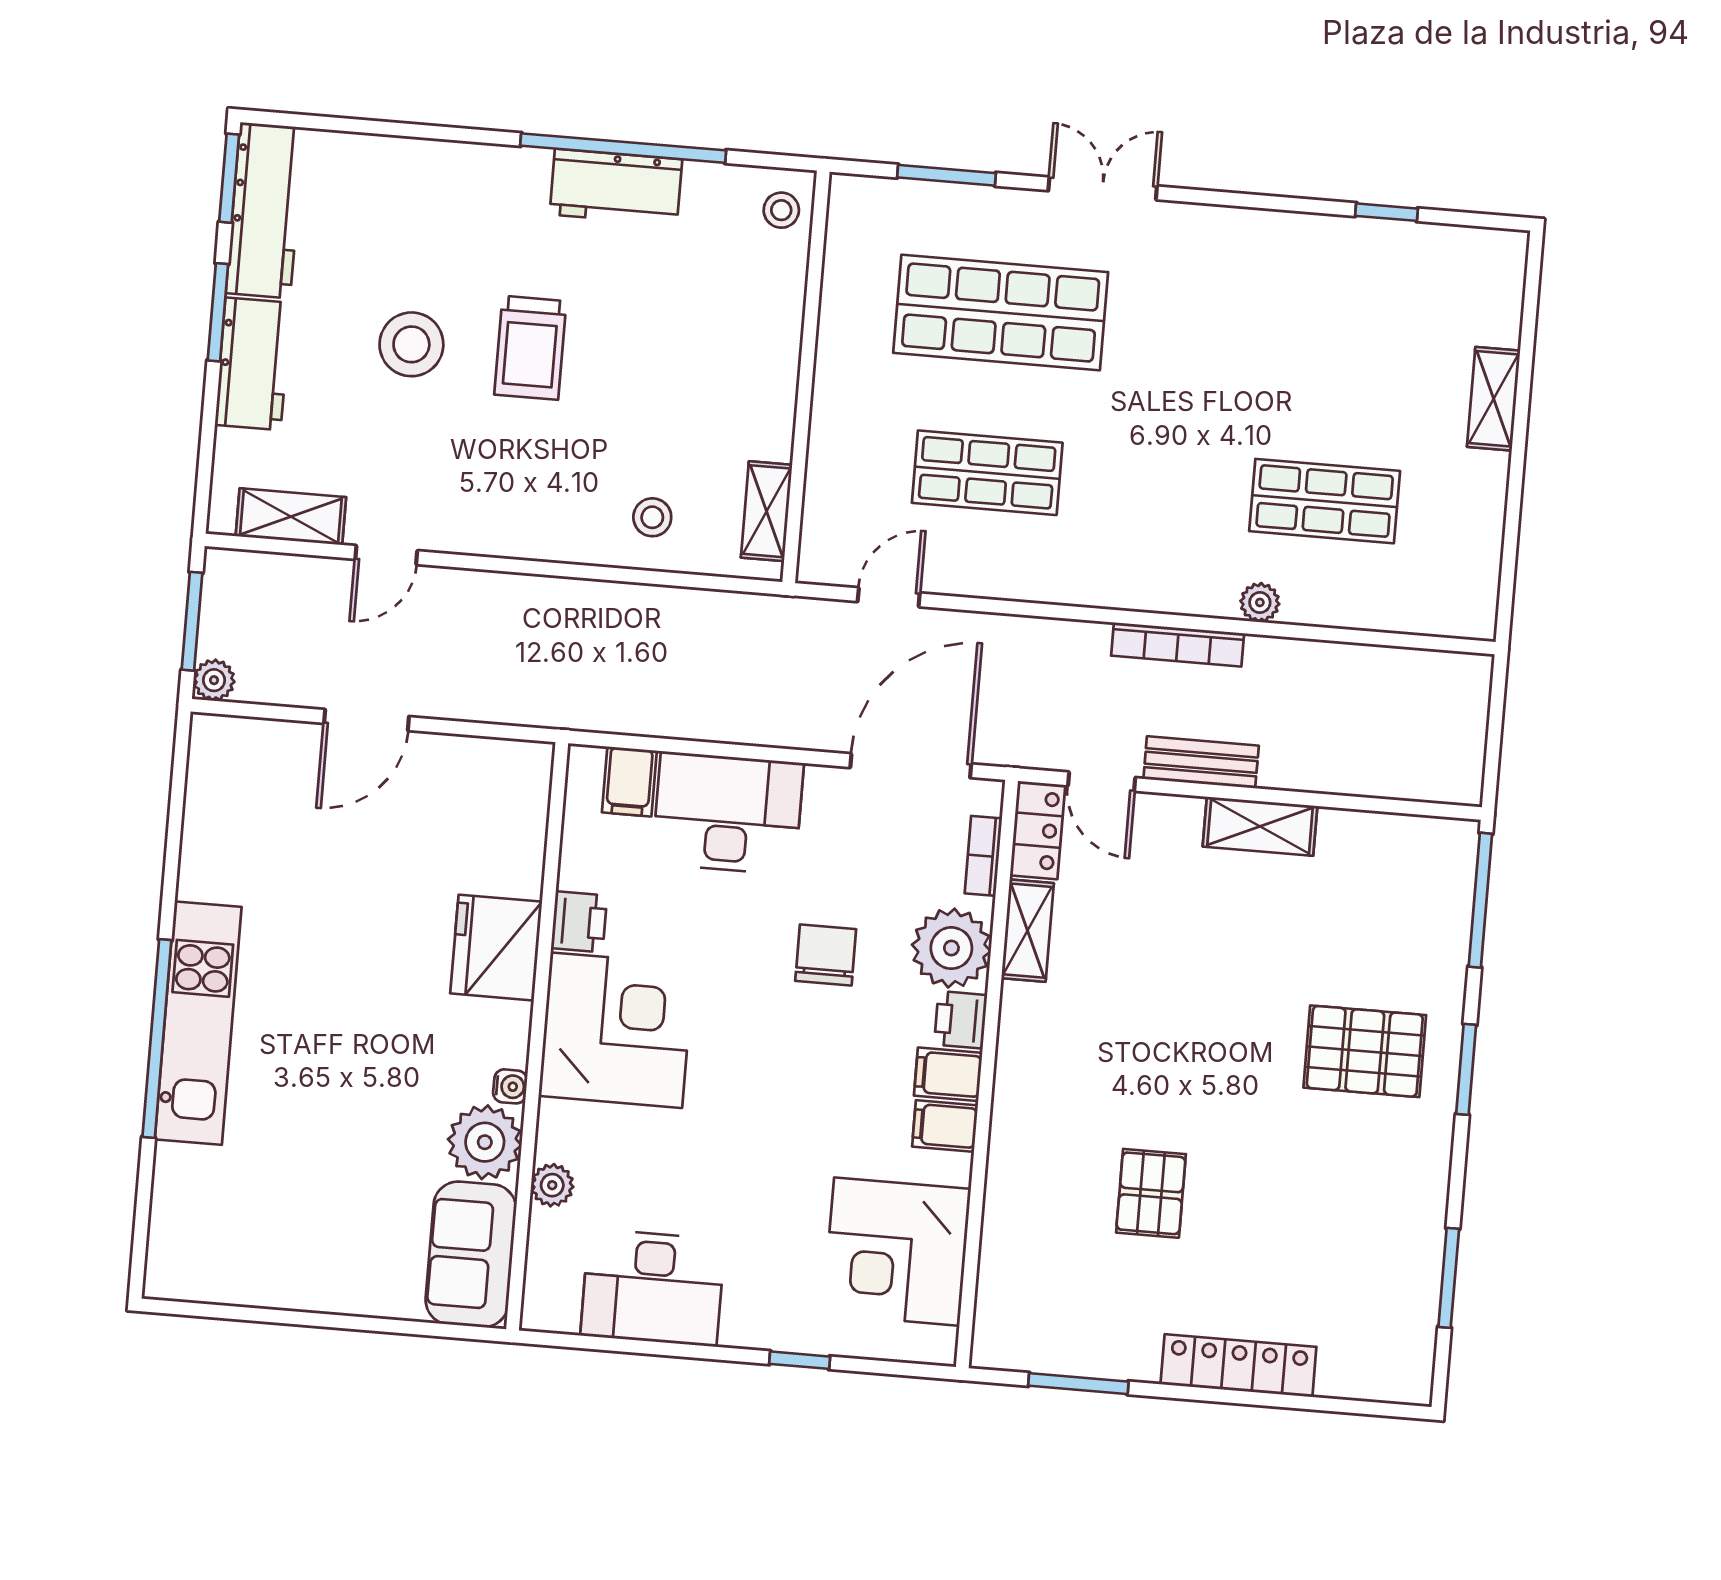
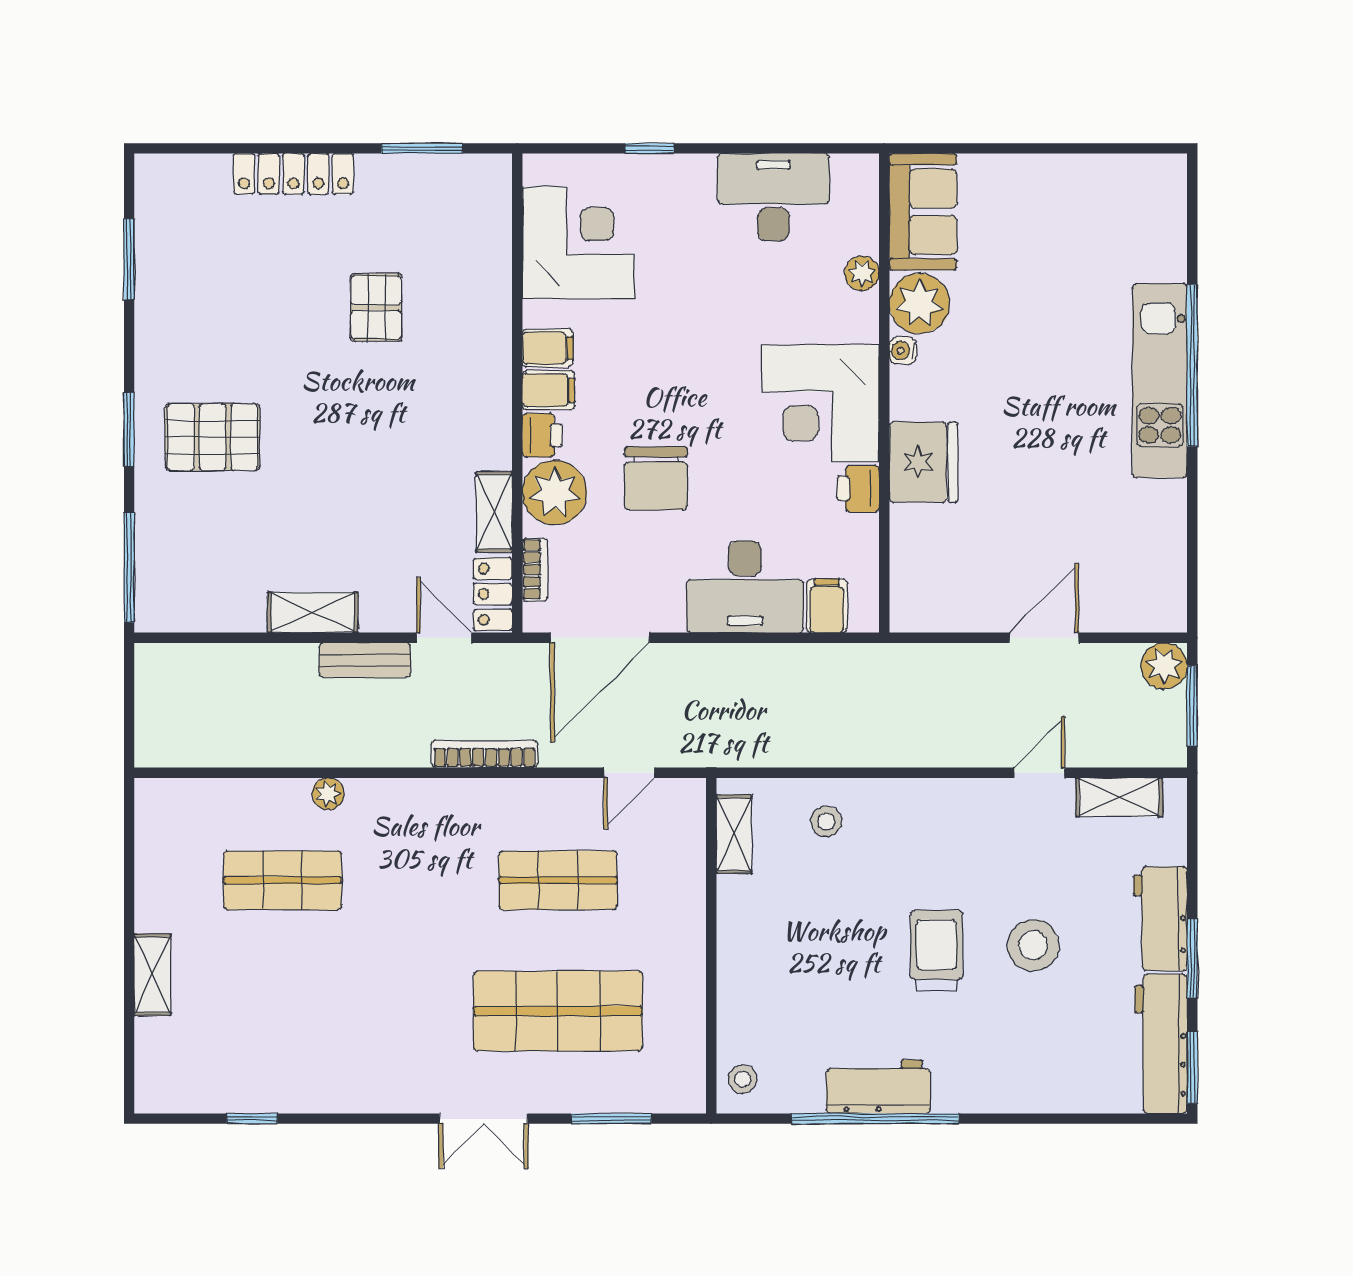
bookcase: (1178, 645) -> (485, 754), moved
plant: (214, 680) -> (1164, 666), width x1.38, depth x1.38
chair: (826, 955) -> (656, 478), width x1.37, depth x1.37

